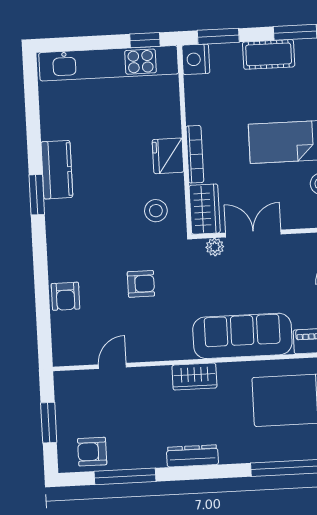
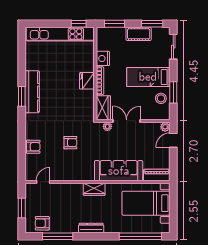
nightstand: (196, 59) -> (103, 58), moved
kitchen counter: (57, 170) -> (32, 92), width x1.50
stool: (156, 211) -> (80, 107), removed
armchair: (65, 296) -> (33, 147), turned -90
door: (112, 366) -> (43, 182), moved

